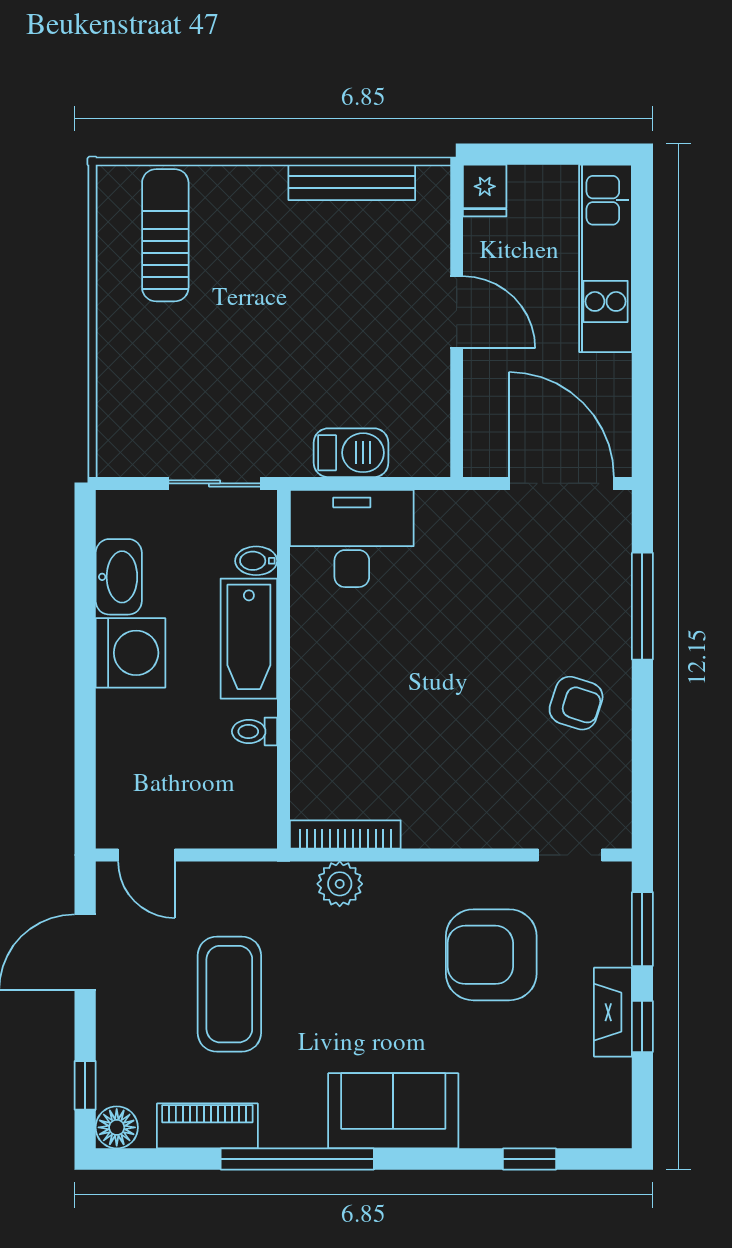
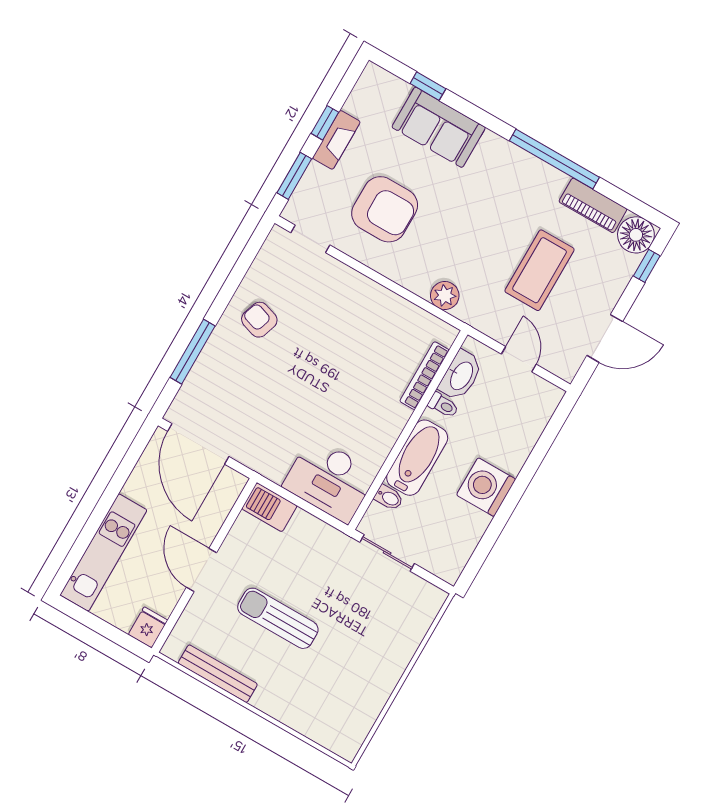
sun lounger: (165, 235) -> (278, 618), moved, turned 90
barbecue: (351, 453) -> (269, 507), moved
washbasin: (119, 577) -> (461, 375), moved, turned 180
bookcase: (345, 834) -> (424, 376), moved, turned 90
door: (146, 855) -> (519, 359), moved
sofa: (393, 1111) -> (439, 127), moved
floor lamp: (117, 1127) -> (636, 235), width x1.38, depth x1.38

